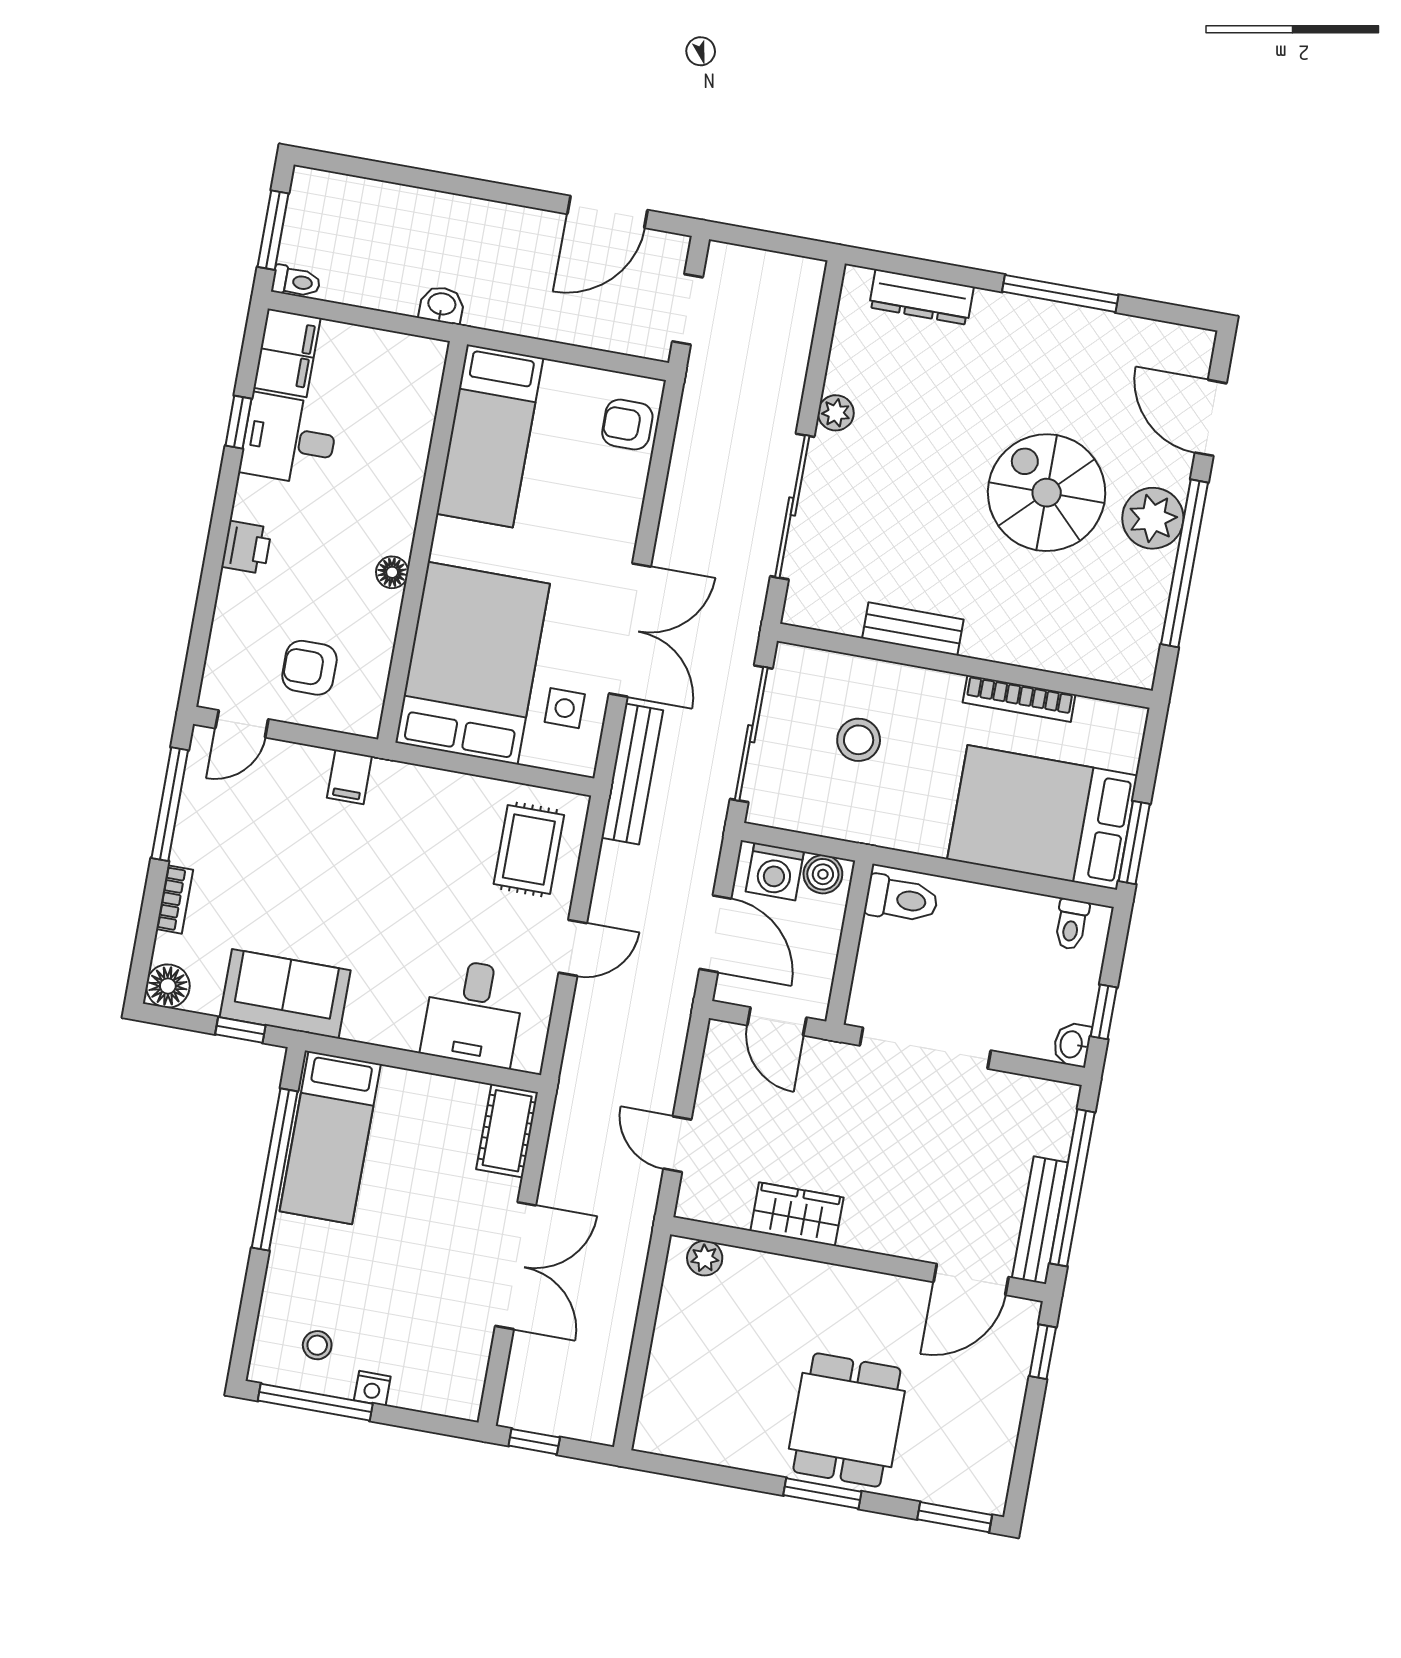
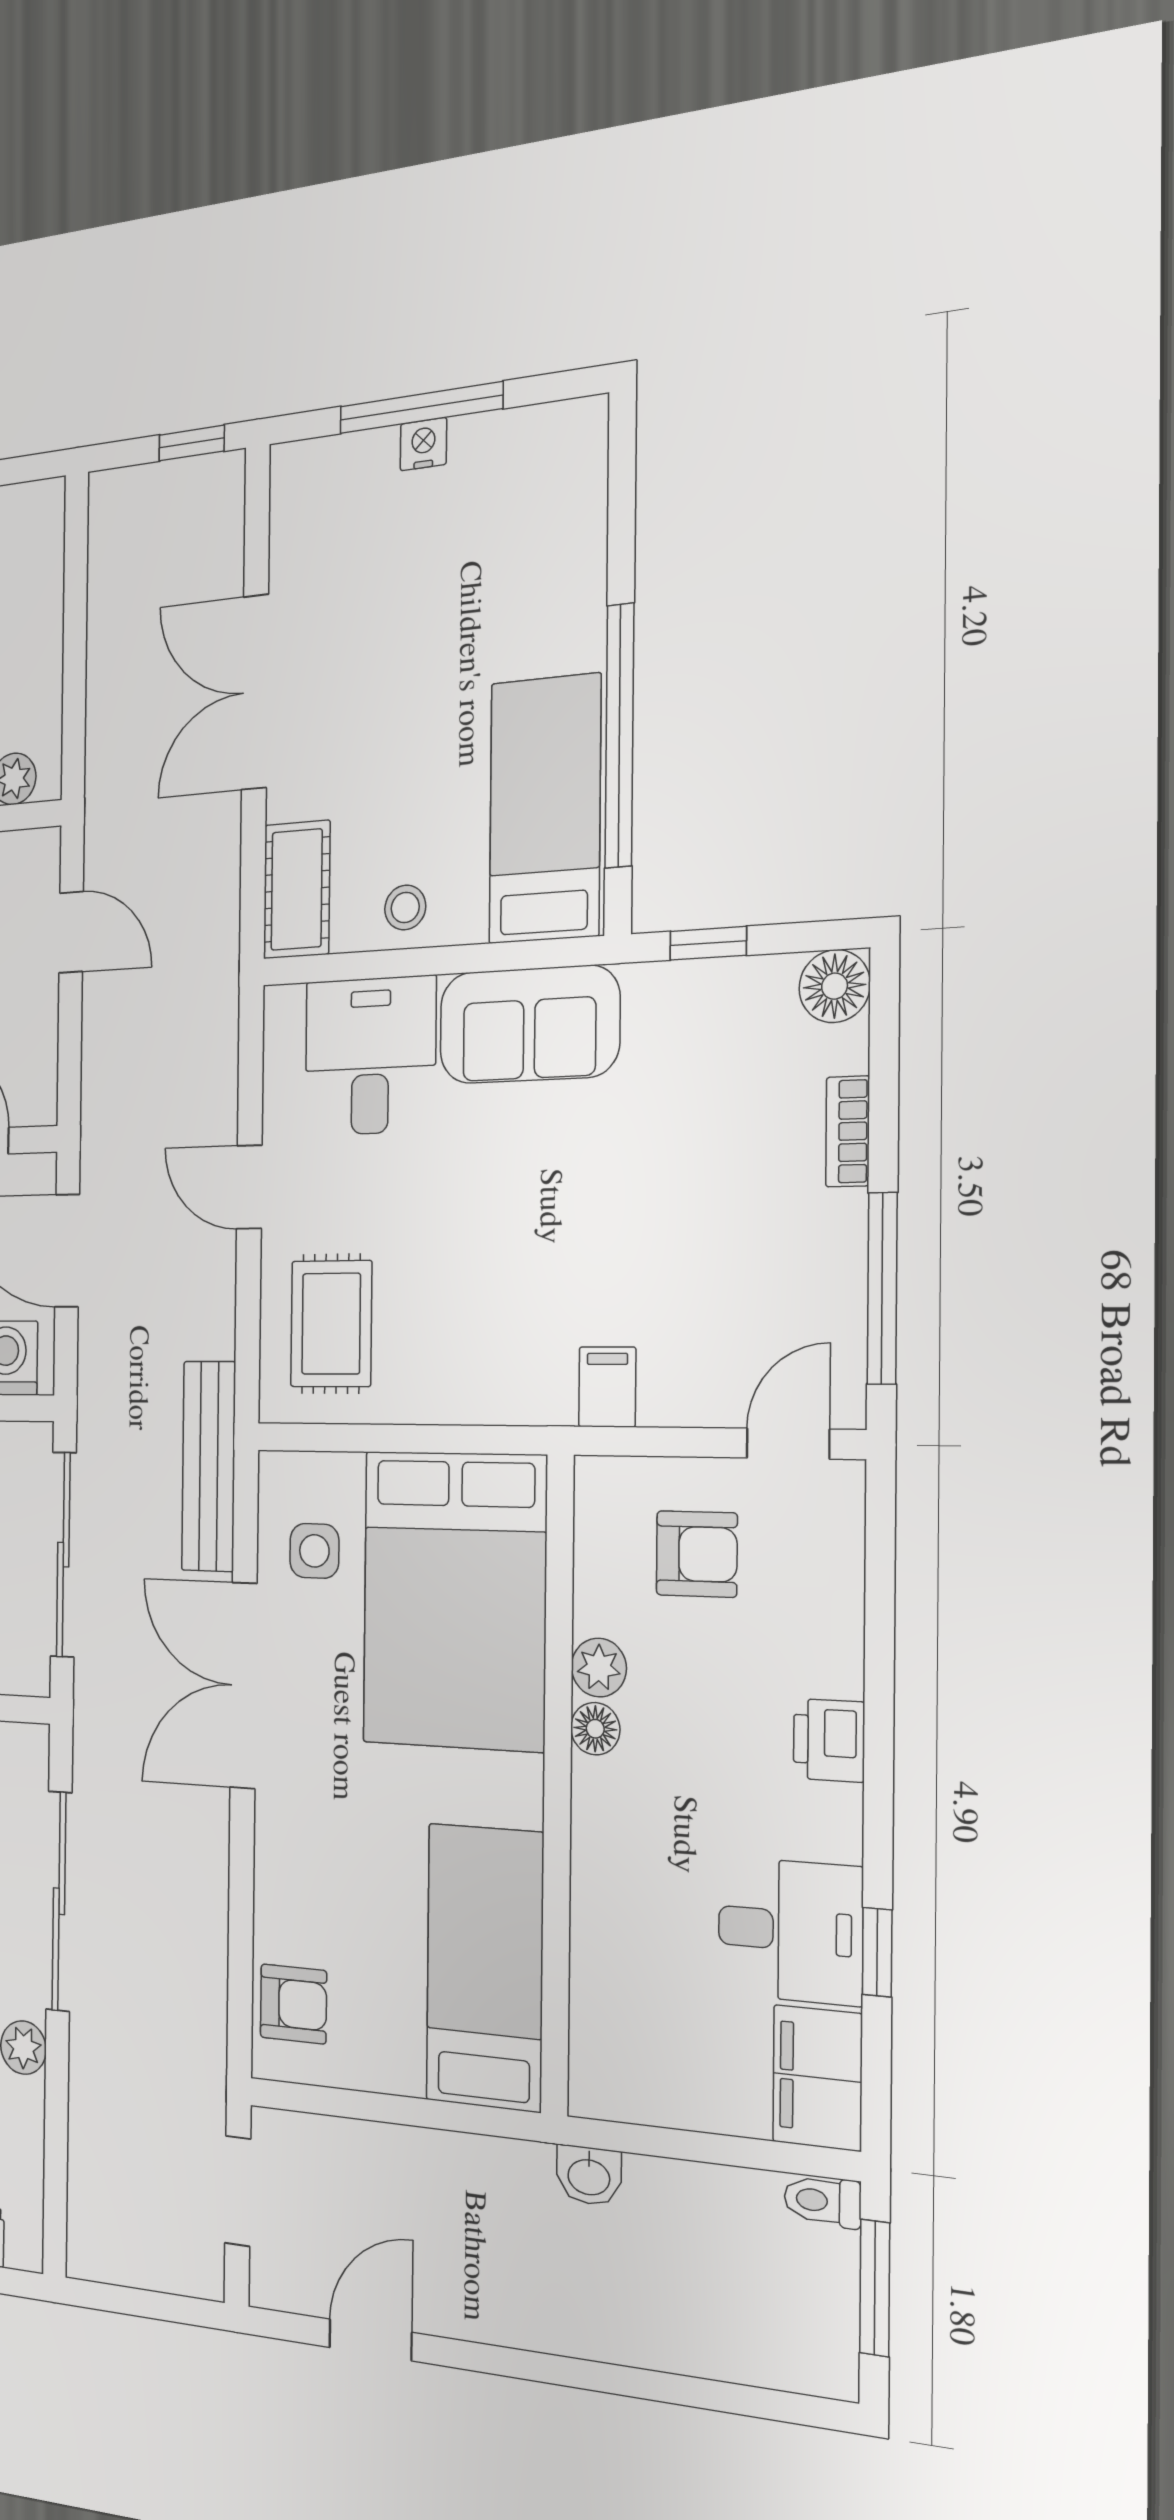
door: (607, 212) -> (370, 2340), width x0.73
plant: (384, 609) -> (599, 1668), added
door: (573, 948) -> (249, 1187), hinge flipped
sofa: (285, 994) -> (529, 1025), moved
stool: (317, 1345) -> (405, 908), moved
window: (315, 1402) -> (421, 408), moved

